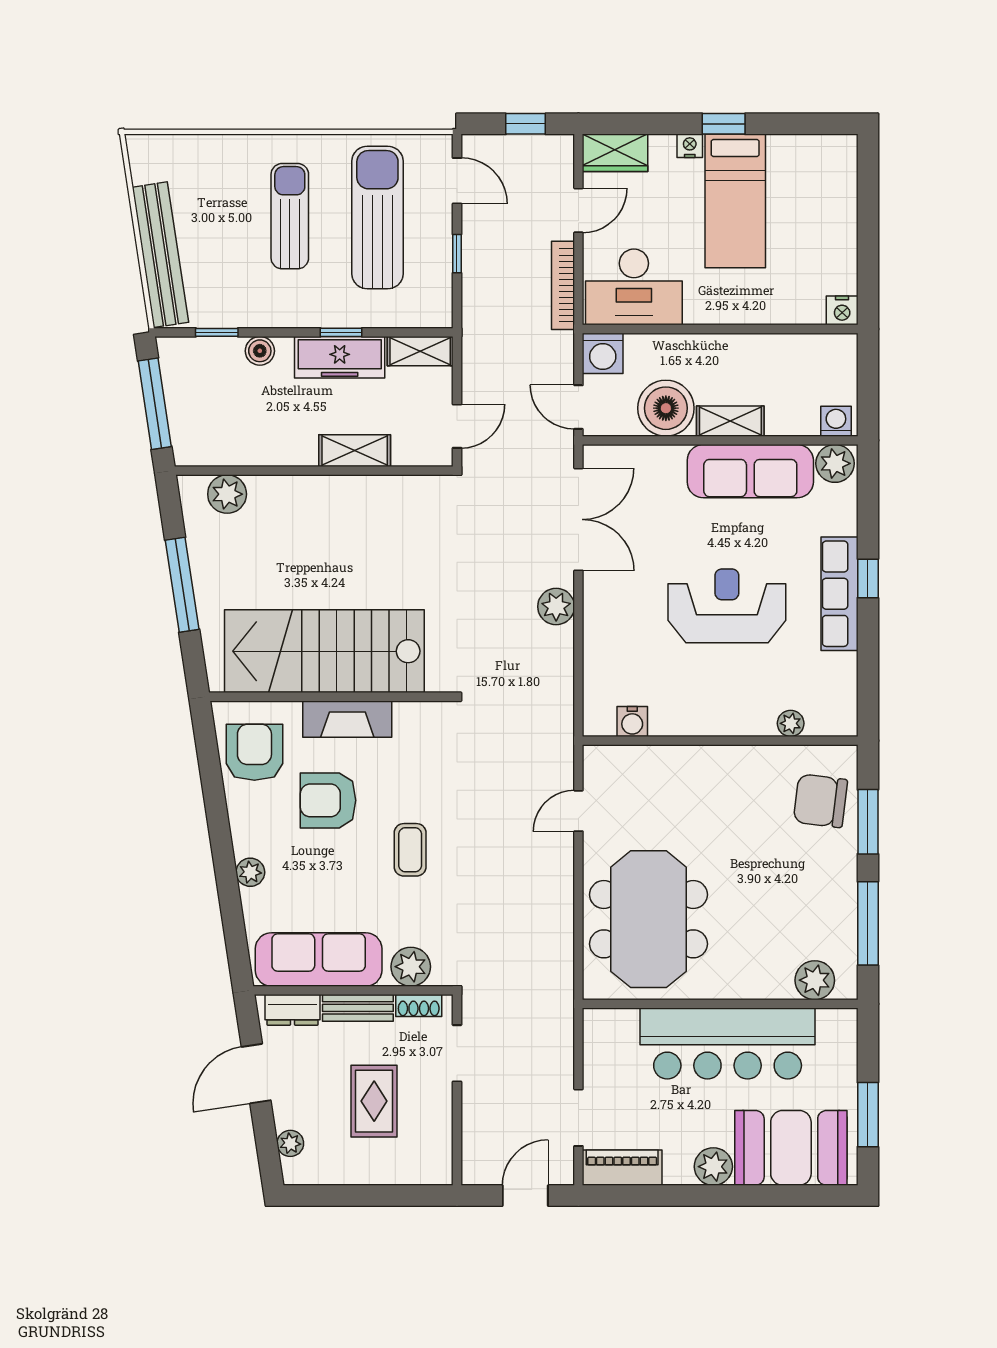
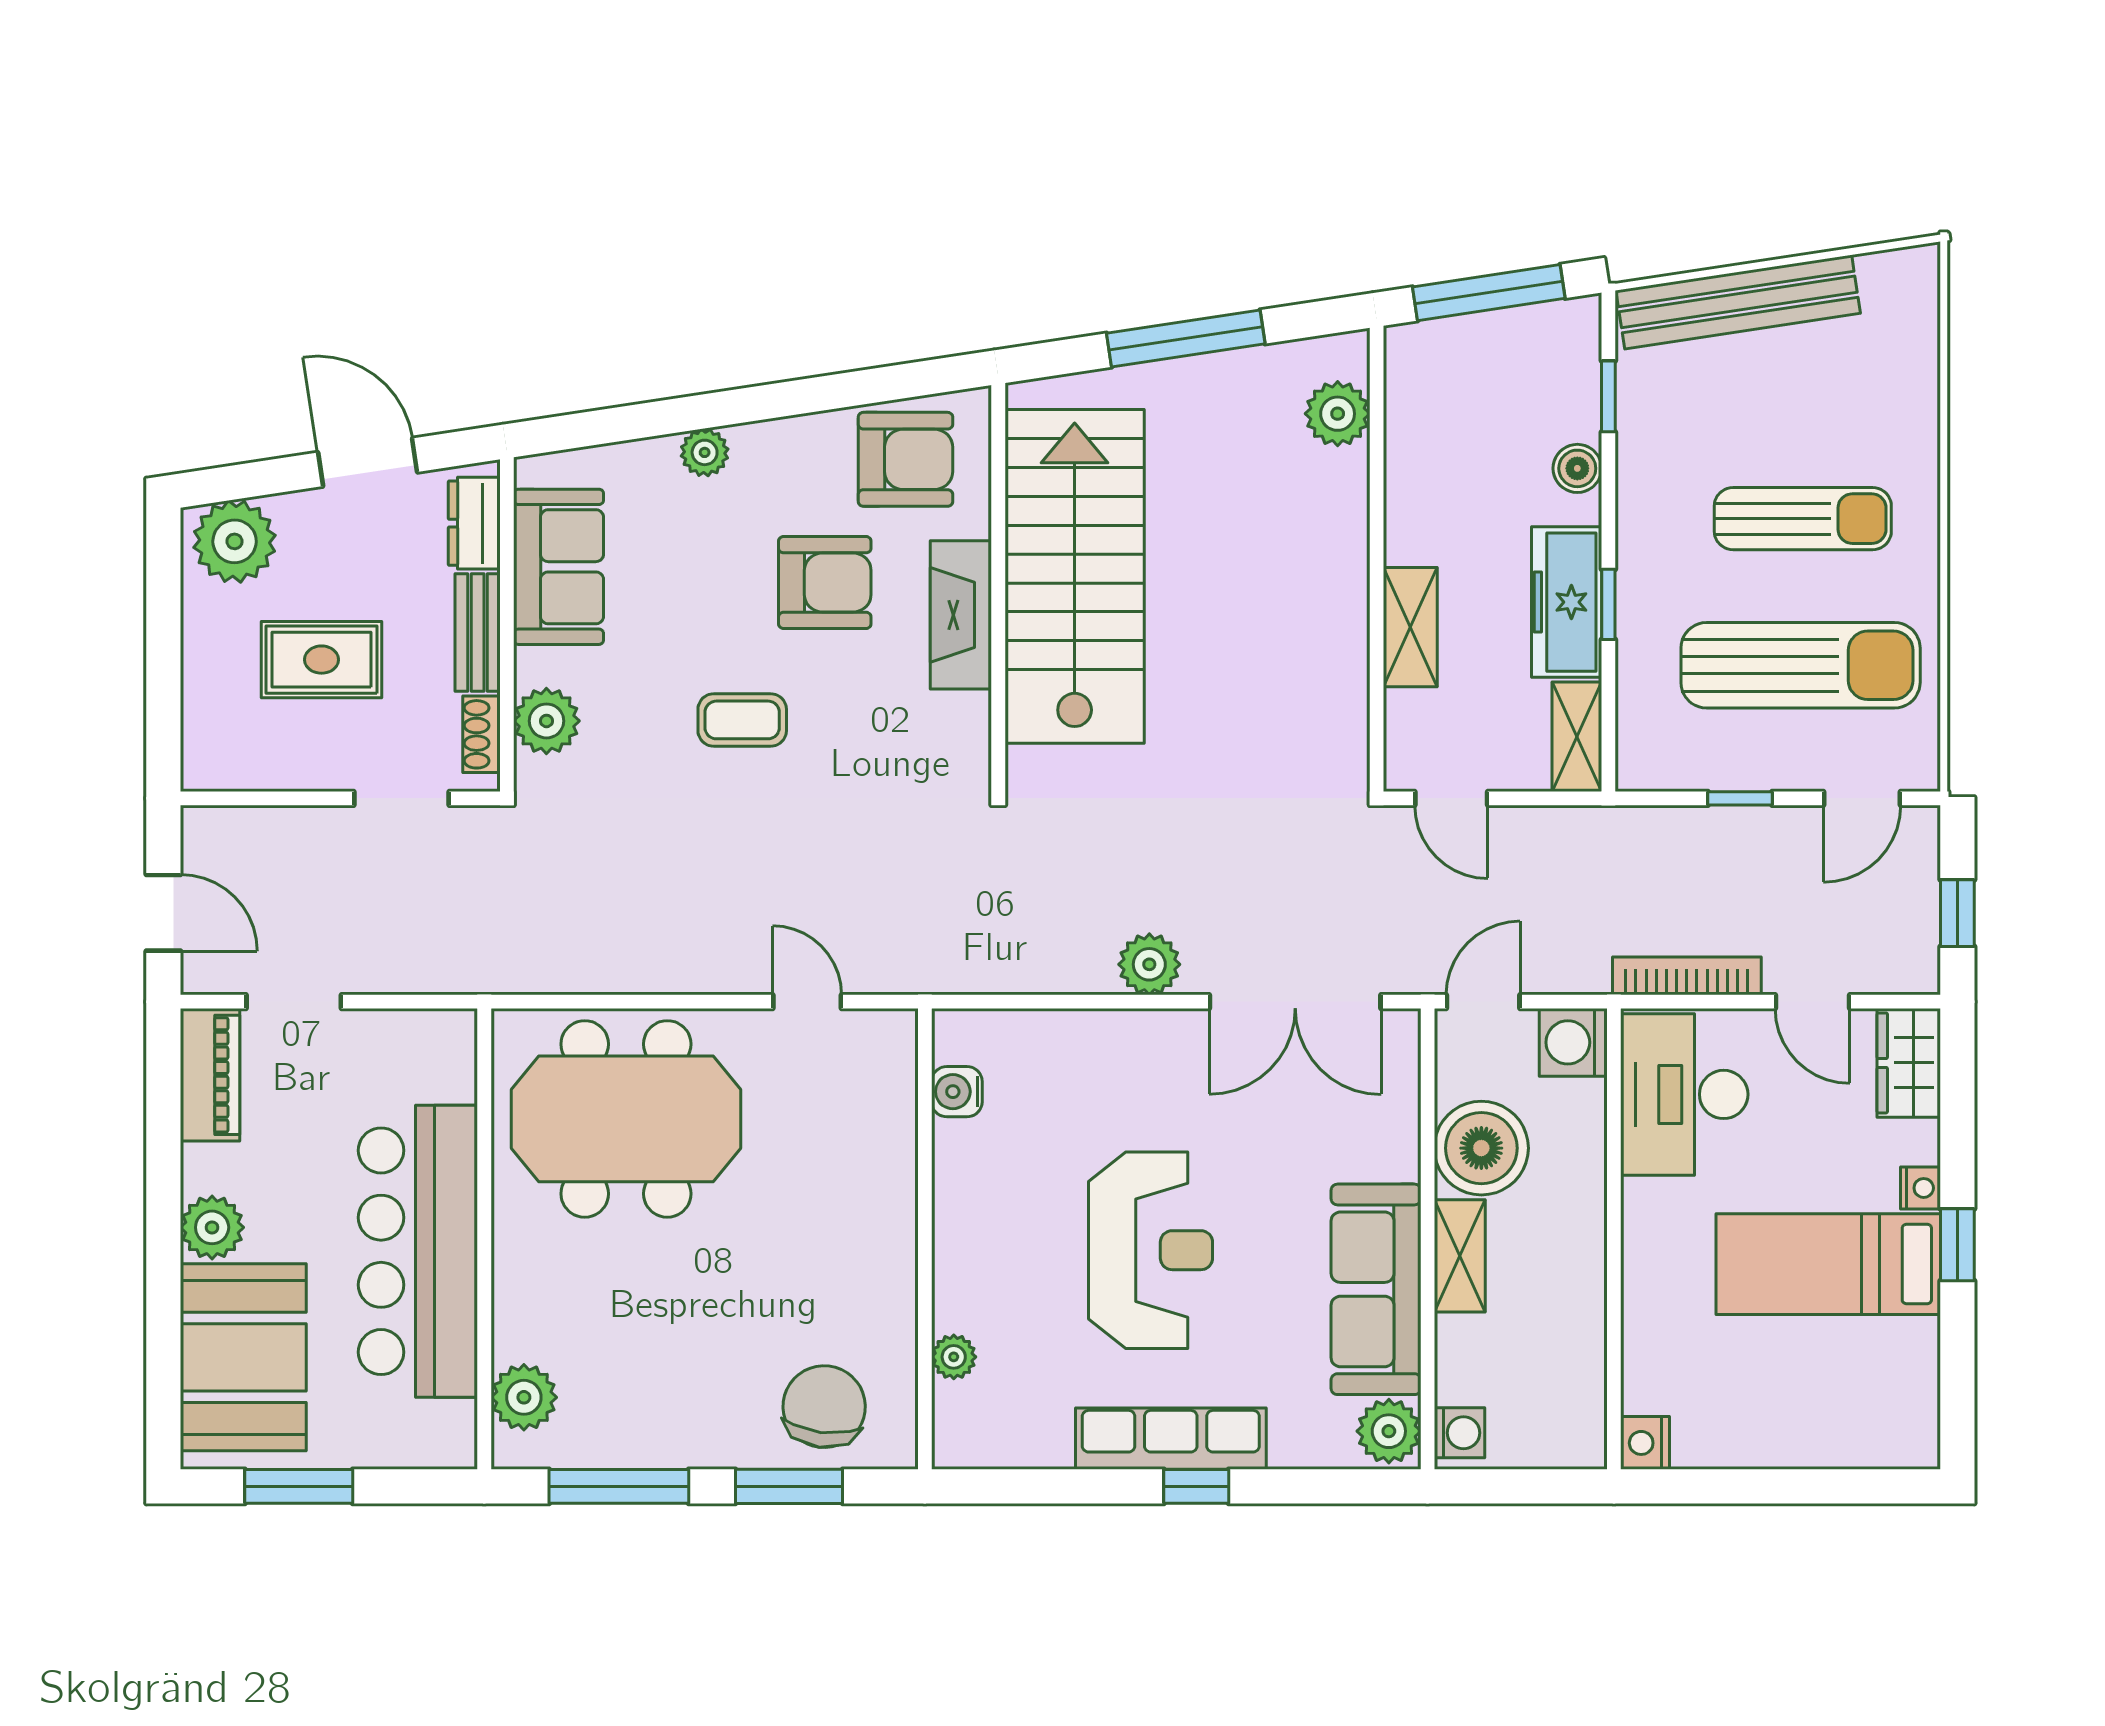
armchair: (328, 800) -> (825, 583), turned 90
sofa: (319, 959) -> (559, 567), width x0.73
plant: (290, 1143) -> (235, 541), width x1.87, depth x1.87

